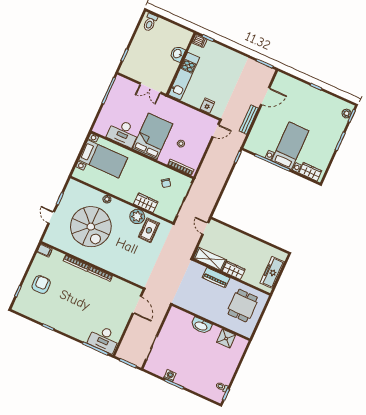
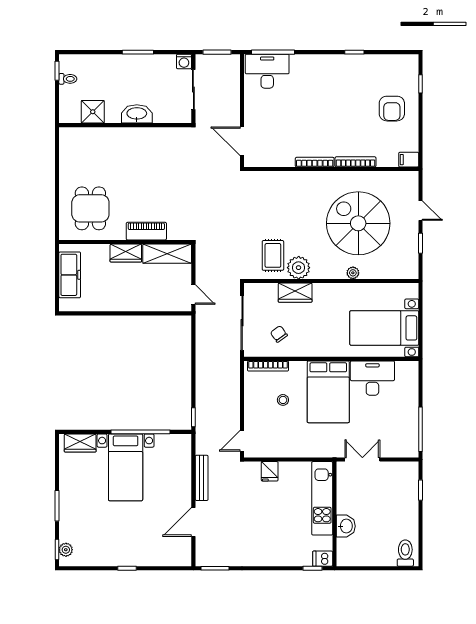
wall: (211, 322) -> (125, 125), moved
washbasin: (201, 326) -> (137, 114), moved
shower: (226, 339) -> (93, 112), moved
washing machine: (170, 376) -> (184, 61), moved

